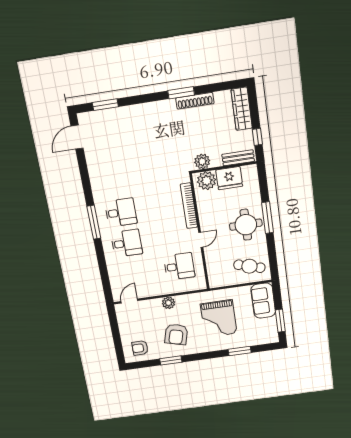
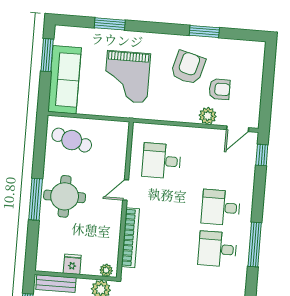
fridge: (229, 178) -> (72, 264), width x0.53, depth x0.75
plant: (207, 181) -> (106, 270), width x0.53, depth x0.53
window: (107, 287) -> (262, 155), added
sofa: (263, 301) -> (64, 80), width x1.36
plant: (168, 303) -> (208, 116), moved
grand piano: (219, 319) -> (127, 77), turned 180
armchair: (140, 348) -> (219, 89), moved

